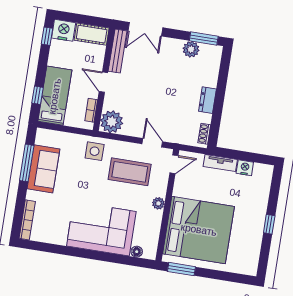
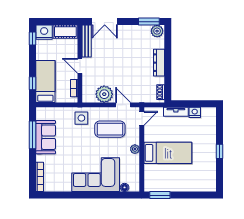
plant: (191, 49) -> (157, 31), moved
dresser: (207, 100) -> (159, 63), width x1.44
plant: (112, 122) -> (104, 94), moved
bed: (199, 230) -> (168, 153), width x0.49

